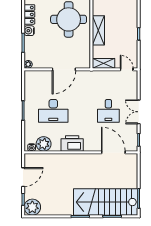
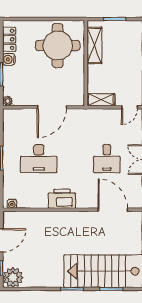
shelving: (98, 30) -> (94, 45), moved
door: (127, 69) -> (129, 107), swing flipped
plant: (44, 144) -> (27, 199), removed

